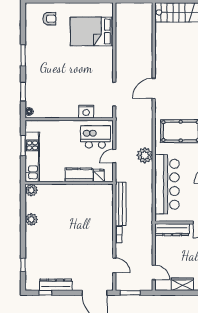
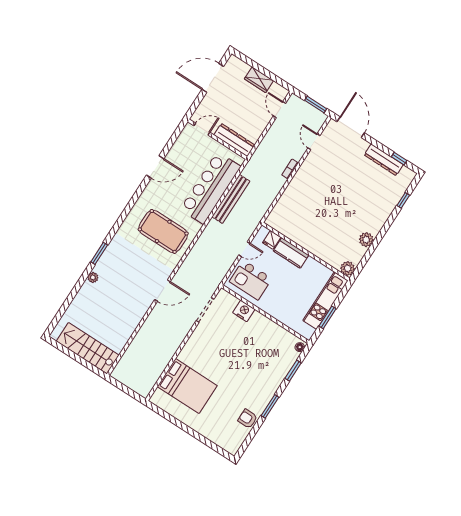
armchair: (49, 19) -> (248, 419), moved
plant: (145, 155) -> (214, 231), removed
bench: (121, 204) -> (231, 199), moved

